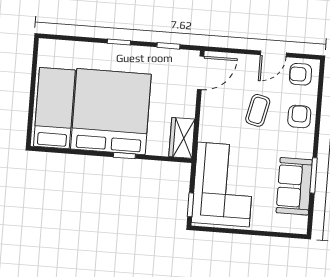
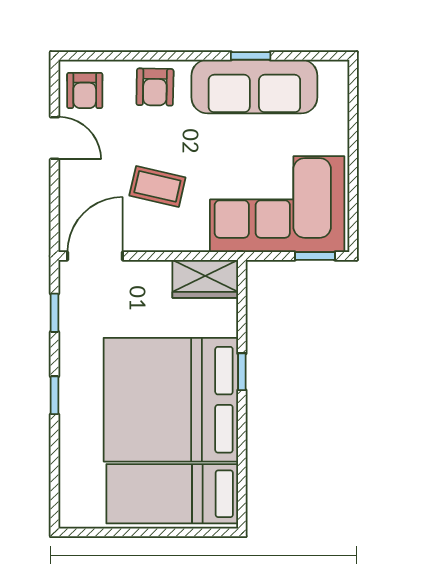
door: (201, 73) -> (95, 256), hinge flipped
coffee table: (258, 110) -> (157, 186), moved
armchair: (299, 117) -> (155, 87), turned -89
window: (314, 175) -> (251, 56), width x0.67
sofa: (294, 186) -> (254, 87), width x1.36

